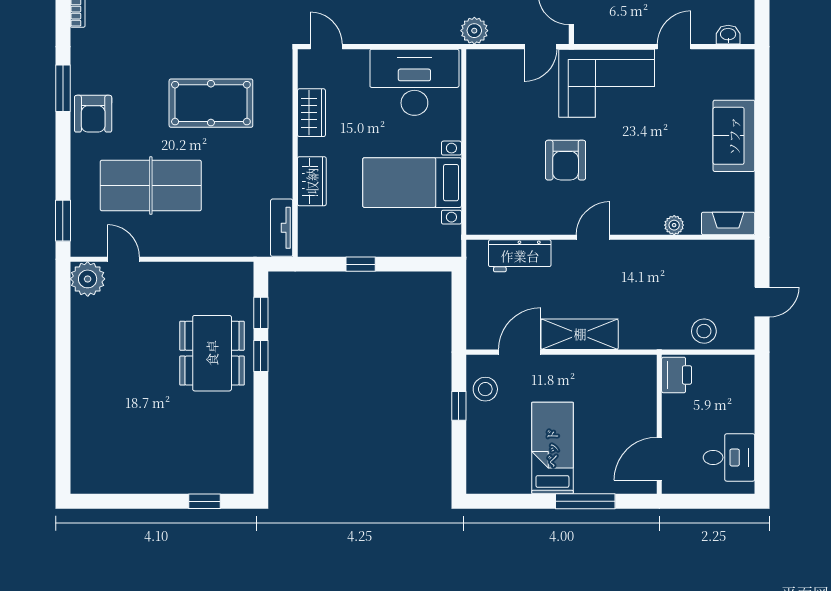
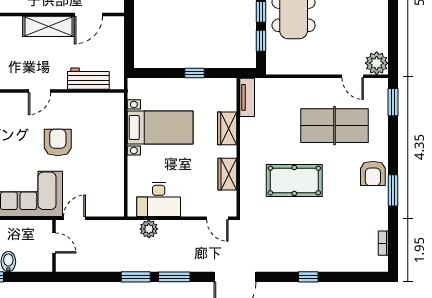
plant: (474, 31) -> (149, 229), moved
desk: (414, 82) -> (159, 200), width x0.73, depth x0.77
armchair: (93, 114) -> (373, 173), turned 180

